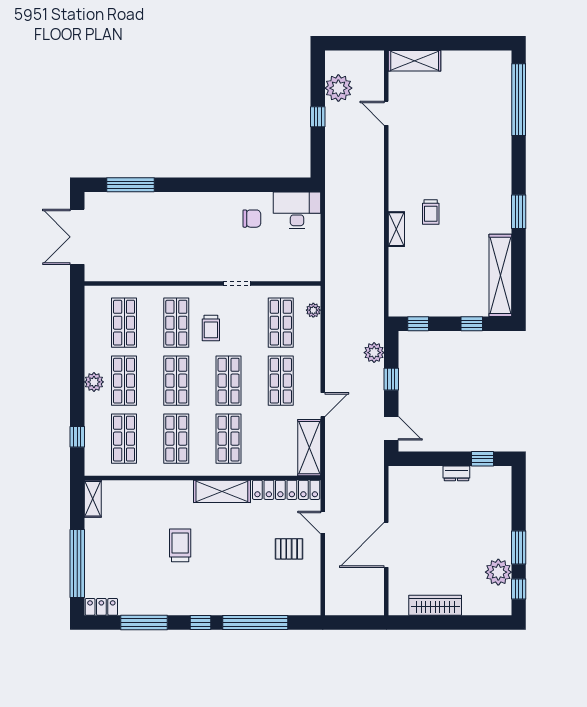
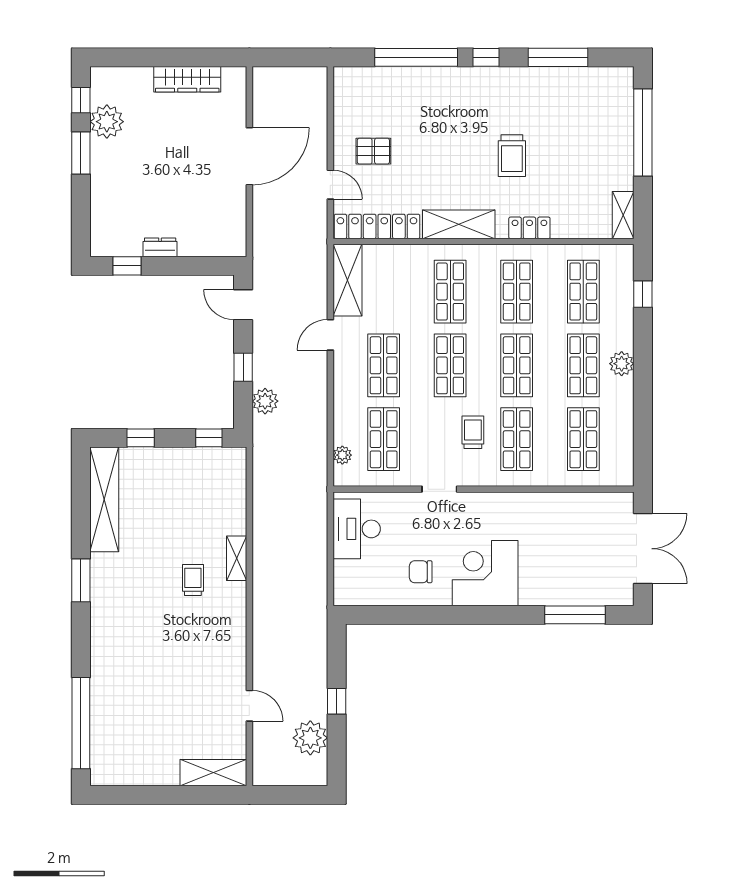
desk: (297, 210) -> (357, 529), moved, turned 90
corner desk: (201, 218) -> (485, 573), added
locker: (101, 607) -> (529, 228), moved, turned 180

